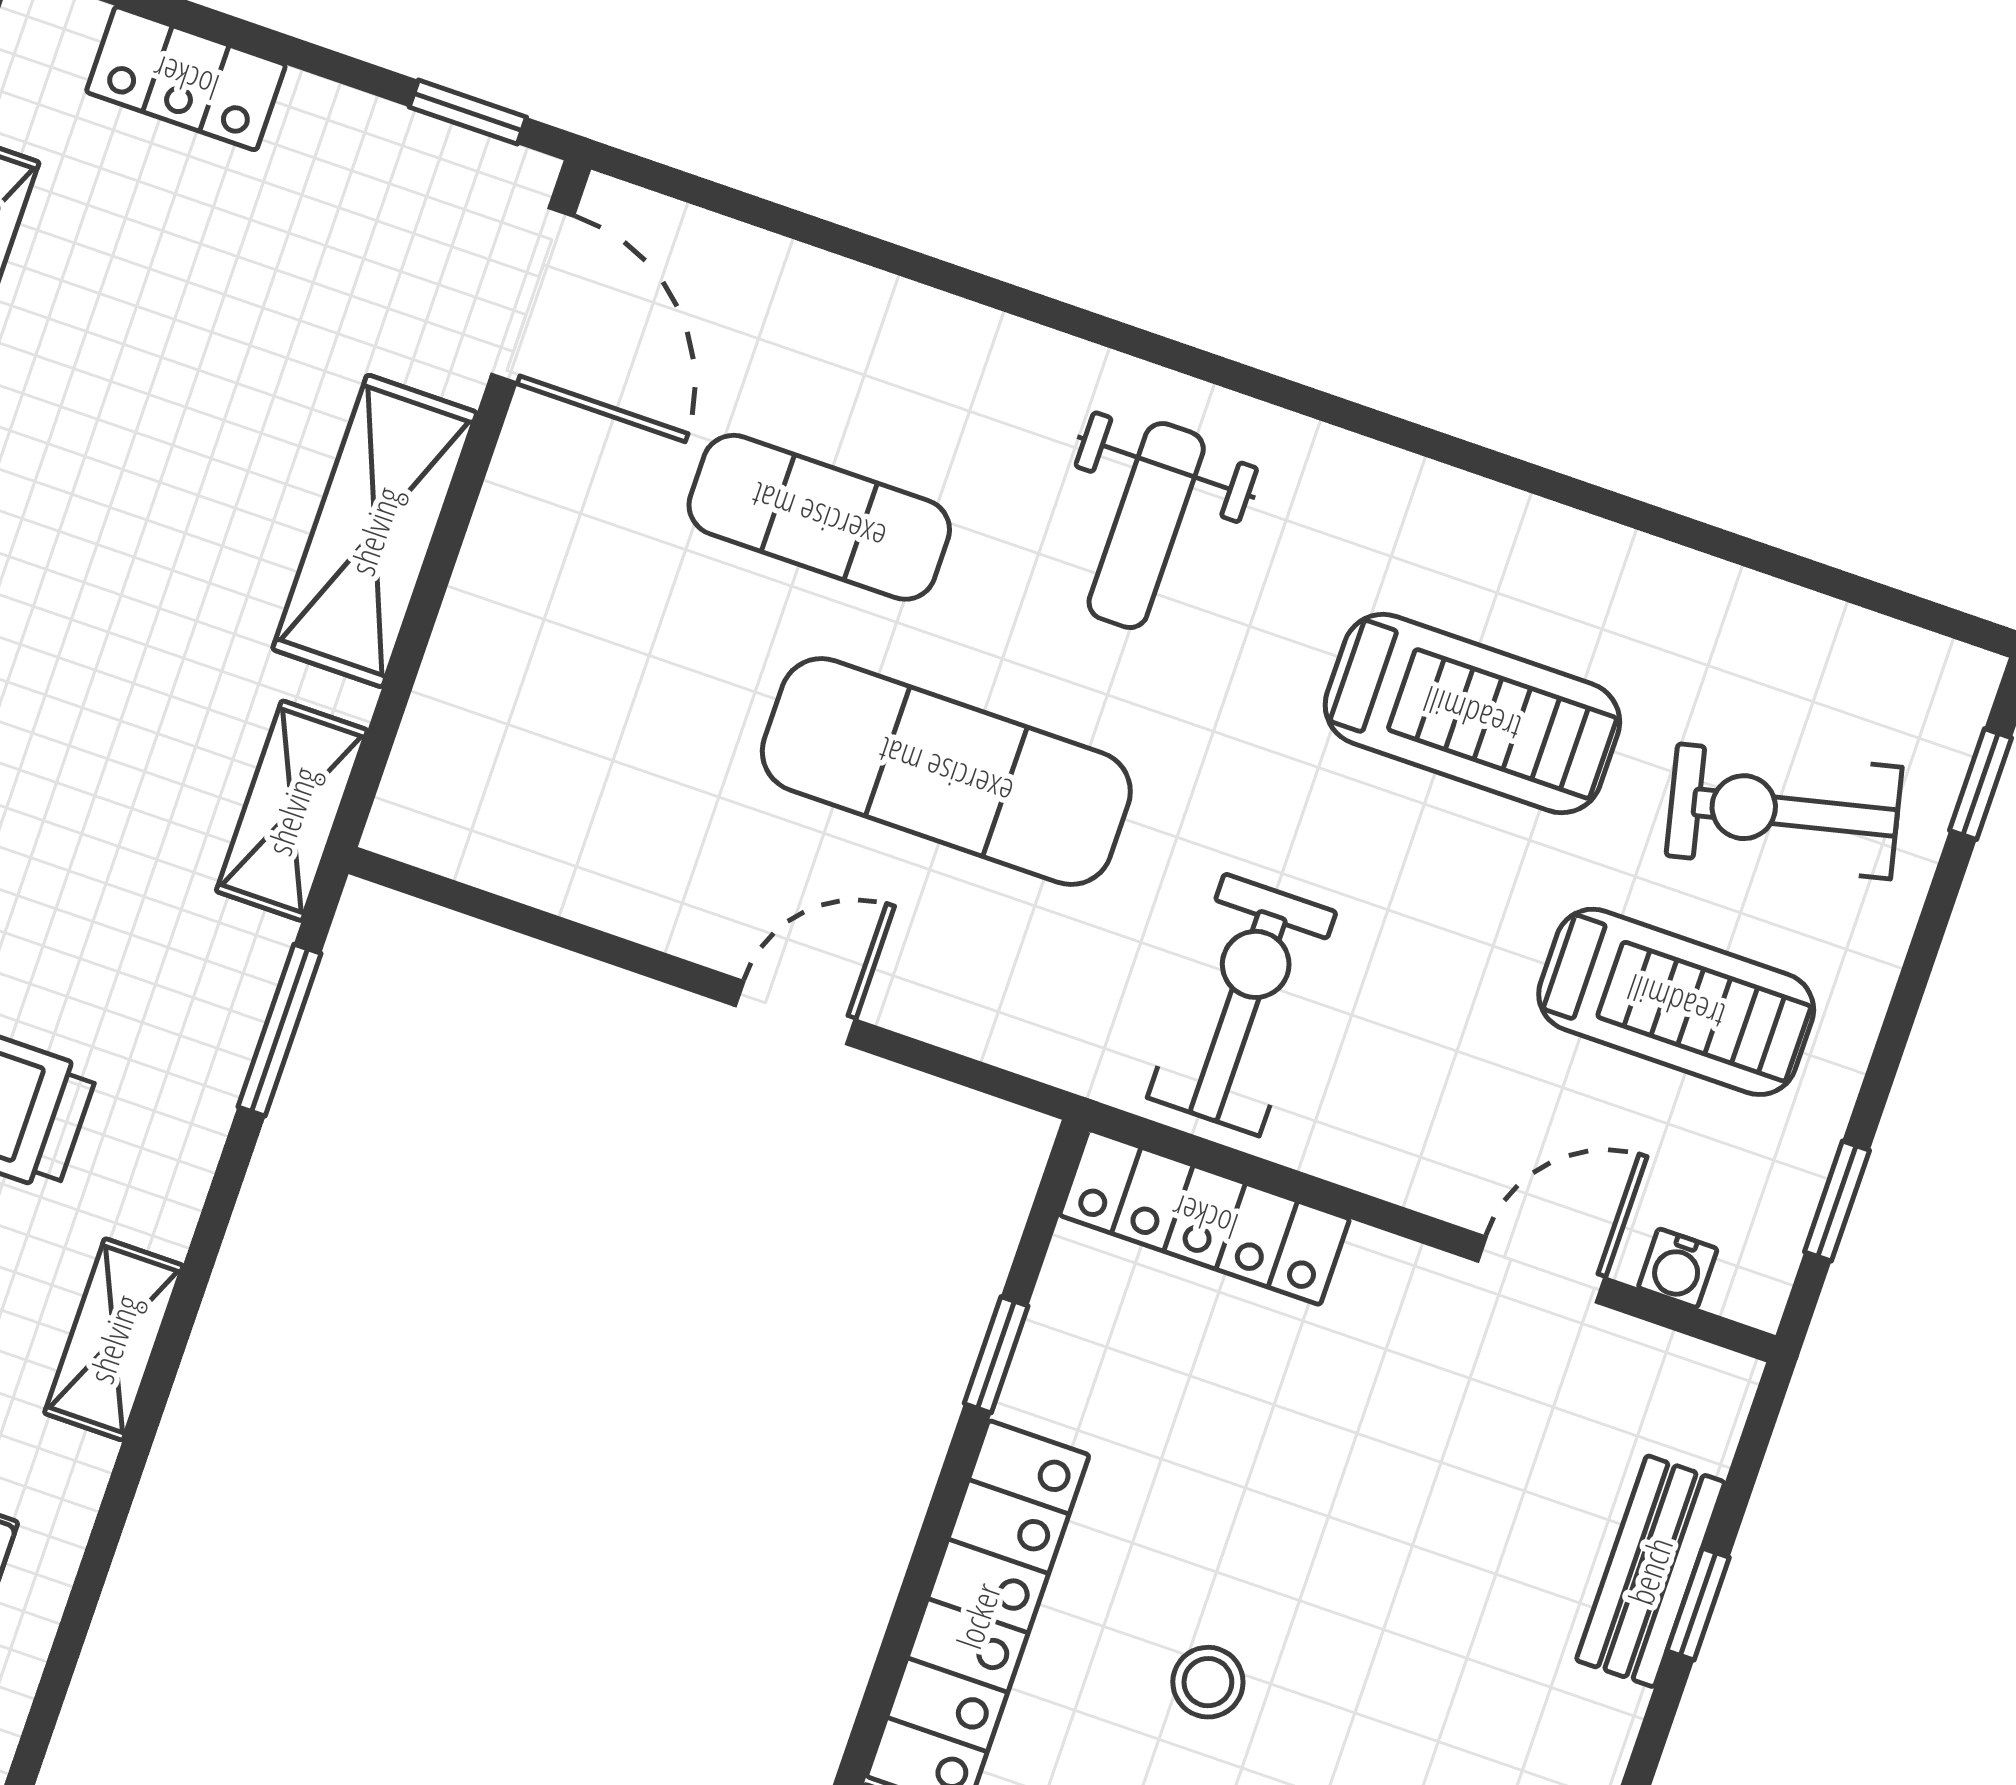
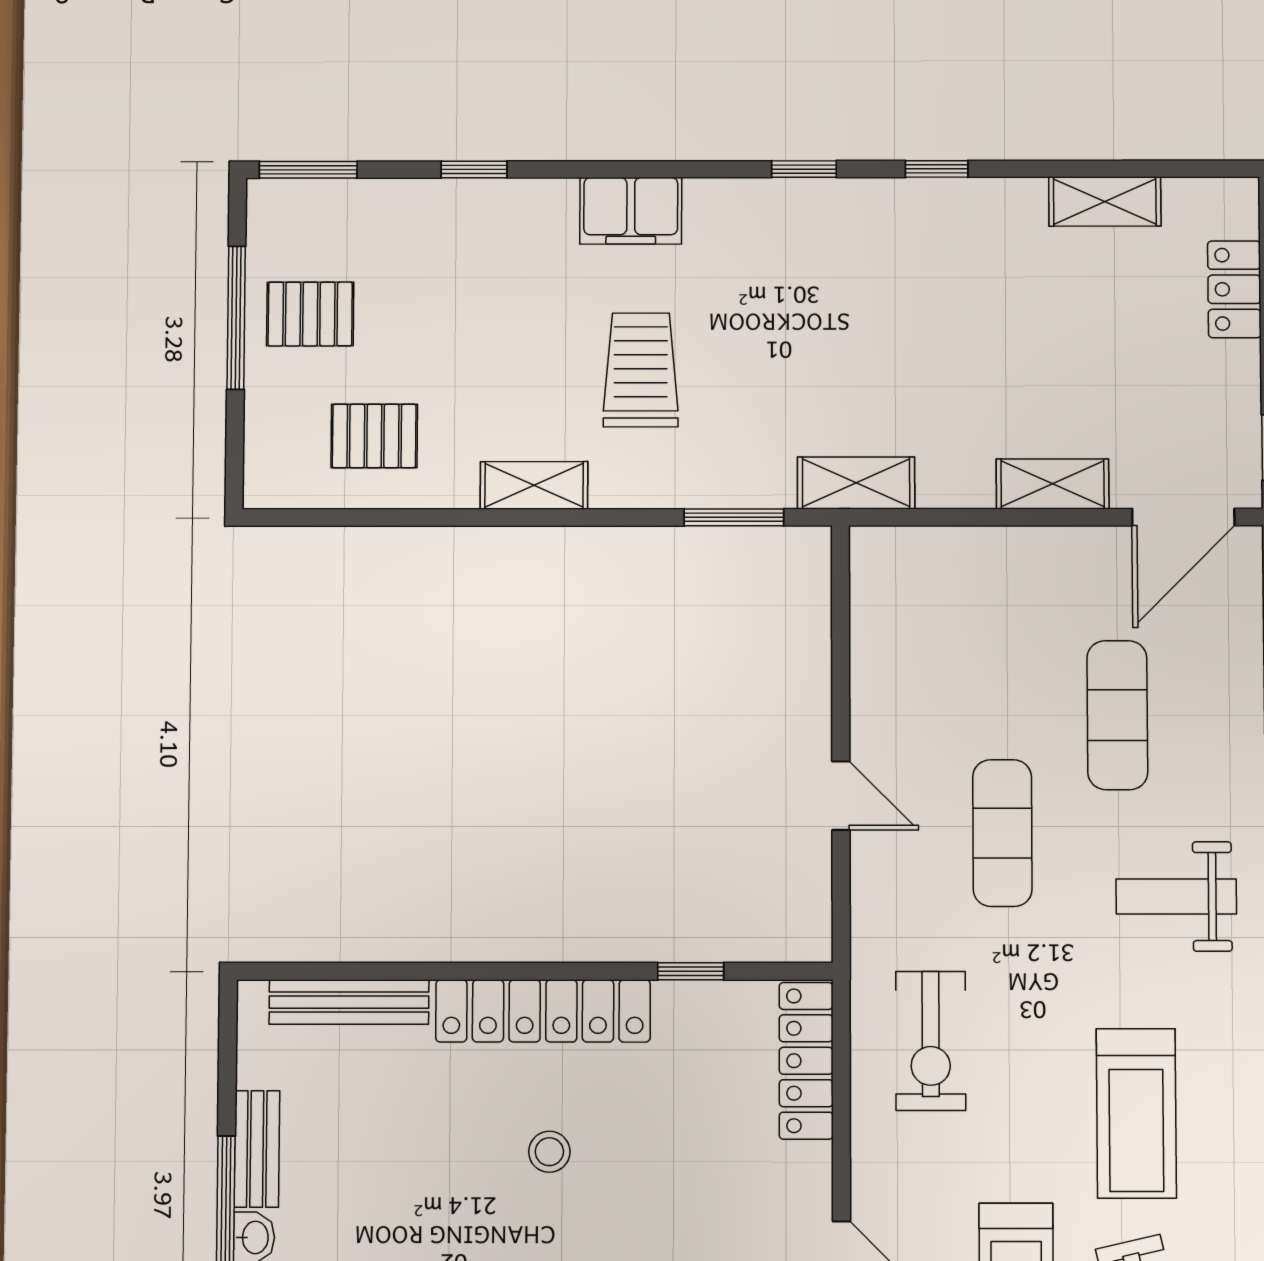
shelving: (375, 531) -> (1053, 484), width x0.67, depth x0.75
exercise mat: (946, 772) -> (1002, 833), width x0.73, depth x0.69
exercise bike: (1242, 1005) -> (931, 1041), turned 90

